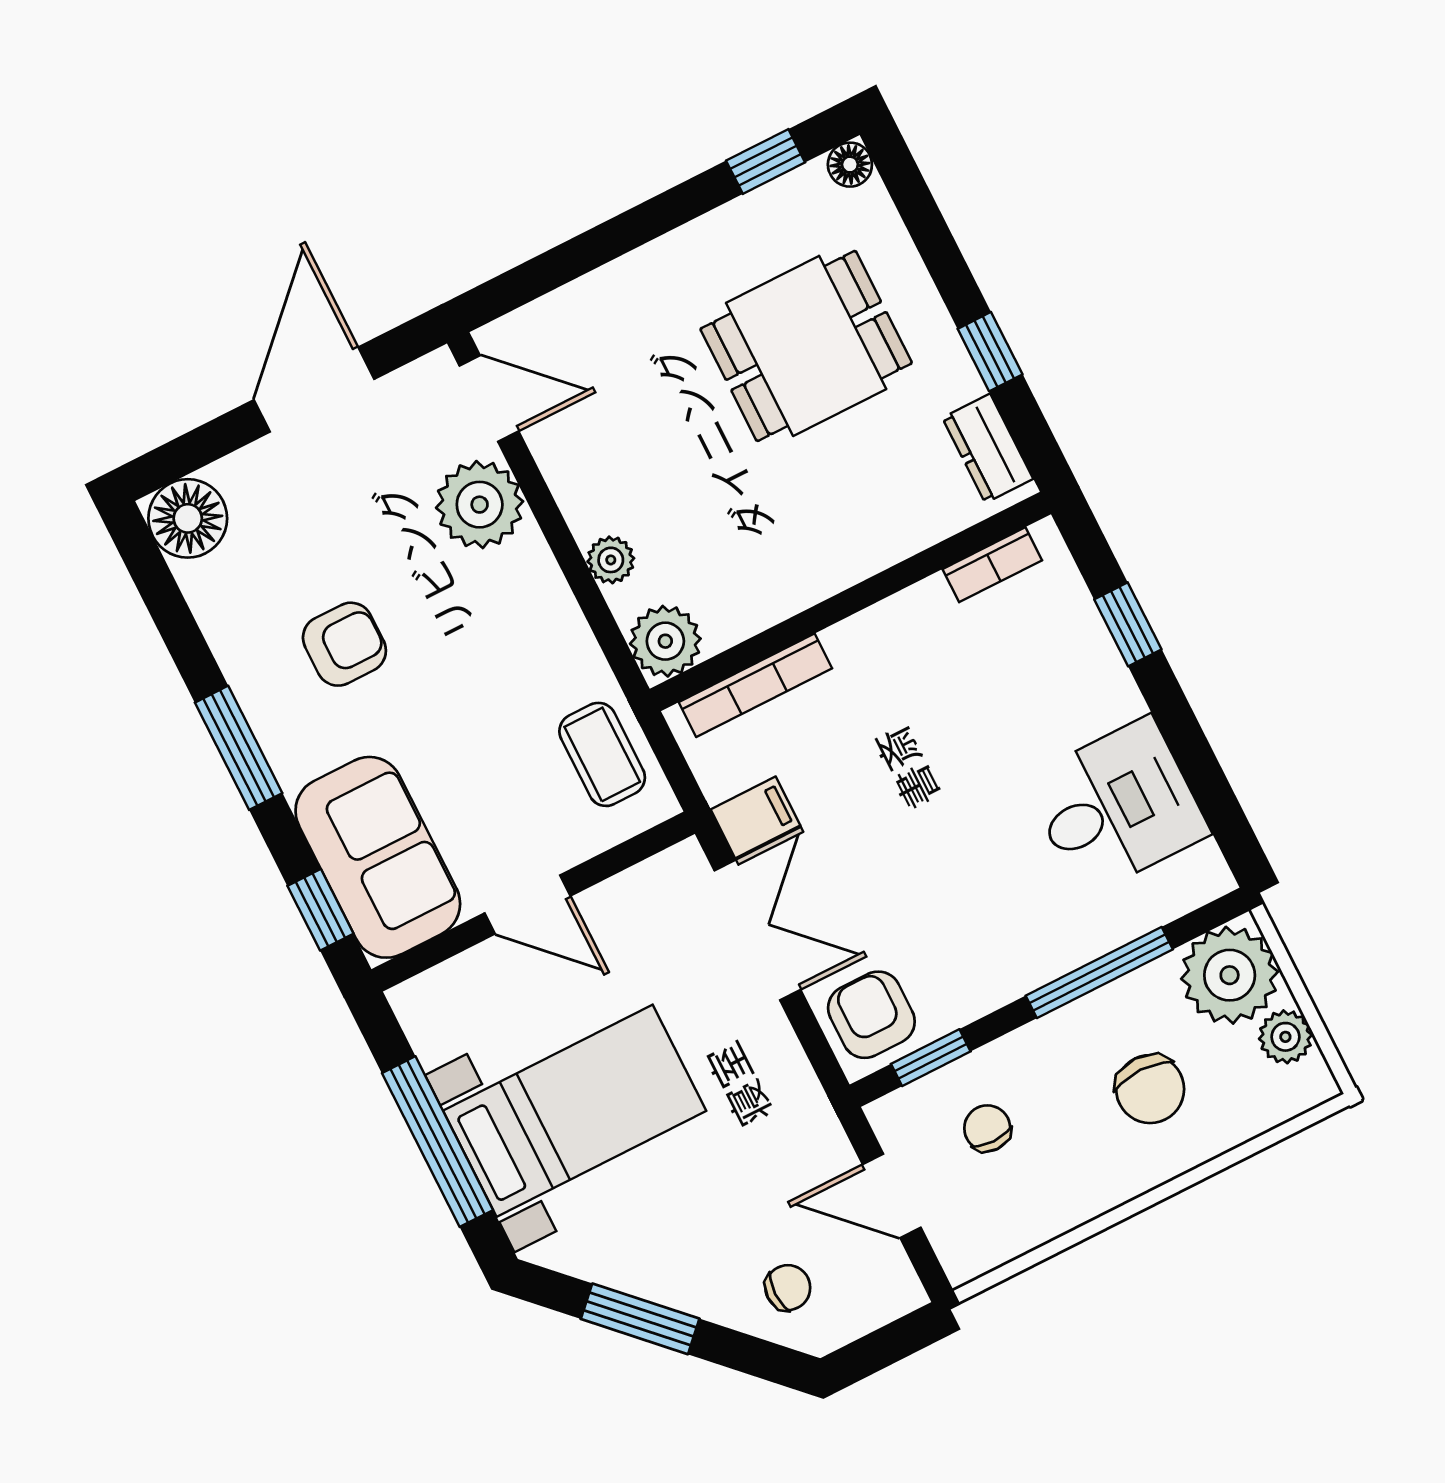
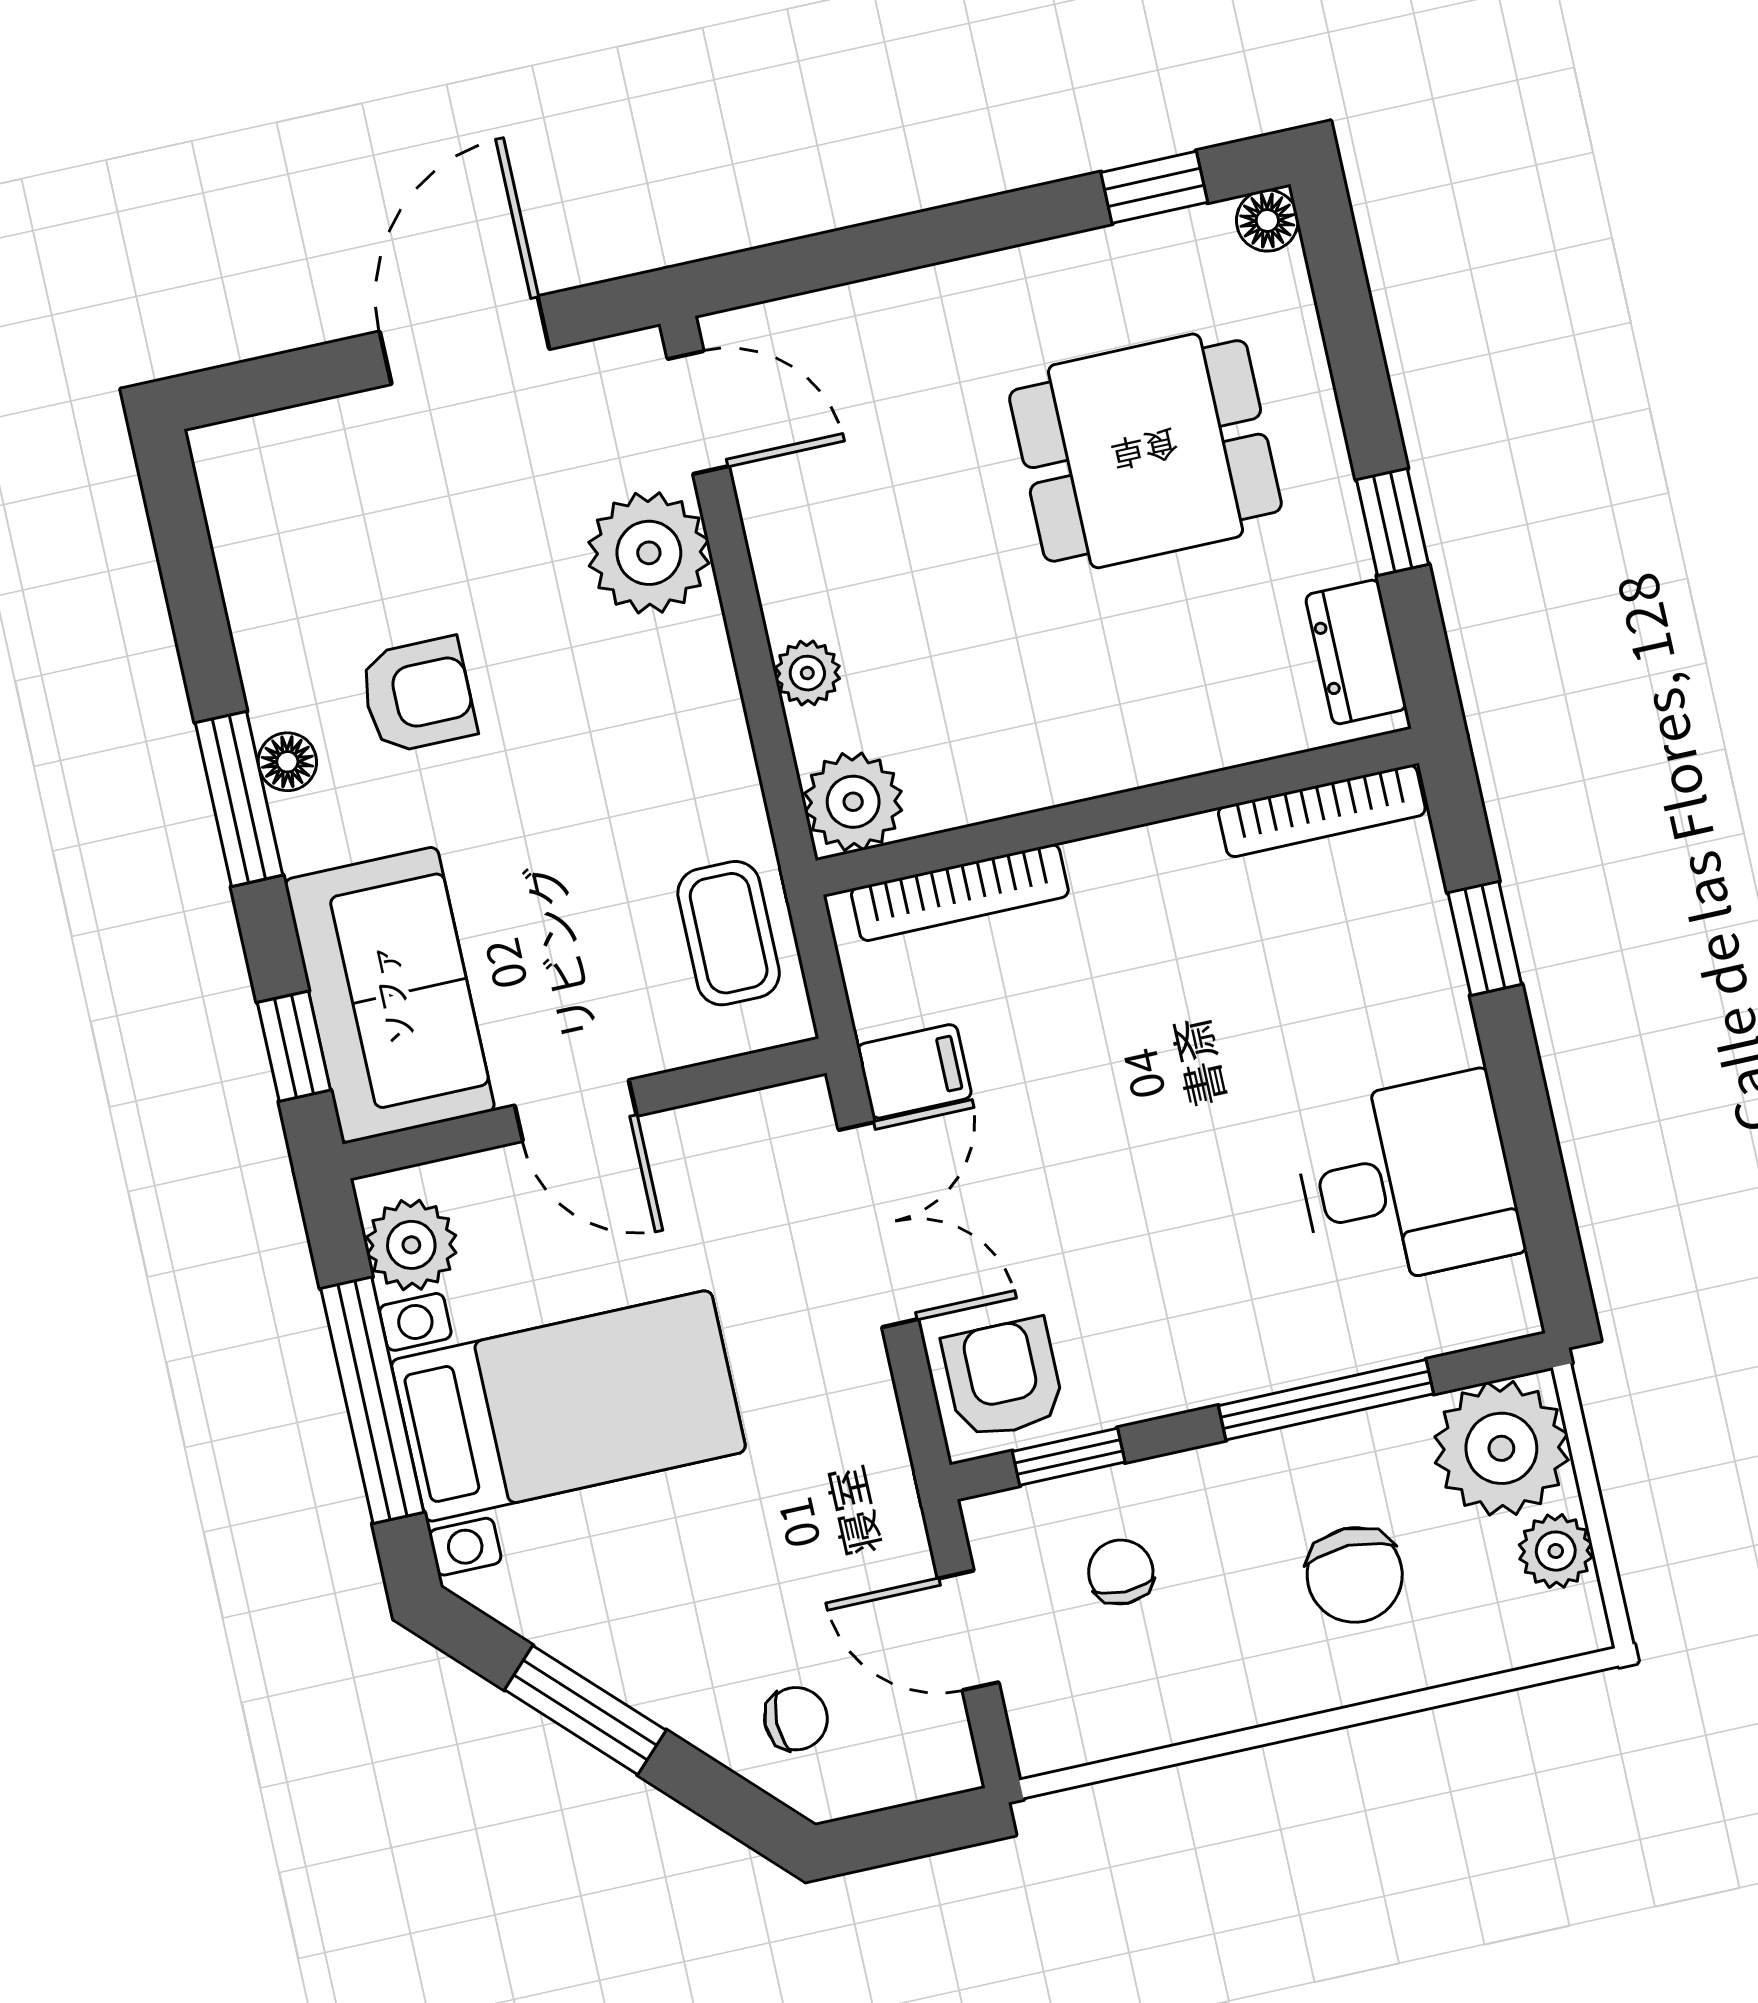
floor lamp: (188, 518) -> (287, 762), moved, width x0.53, depth x0.53
bookcase: (992, 565) -> (1322, 811), width x1.56
plant: (437, 1027) -> (411, 1245), added

